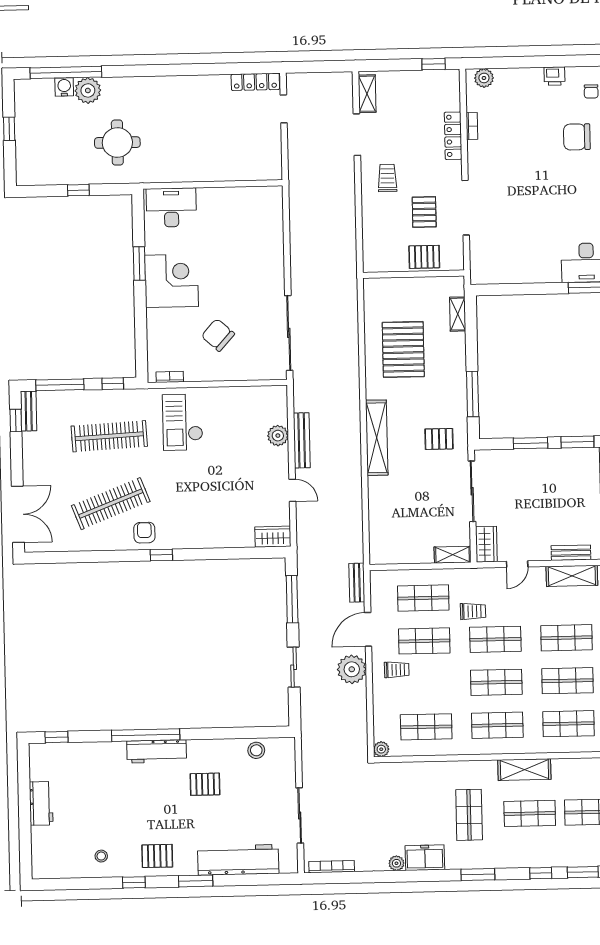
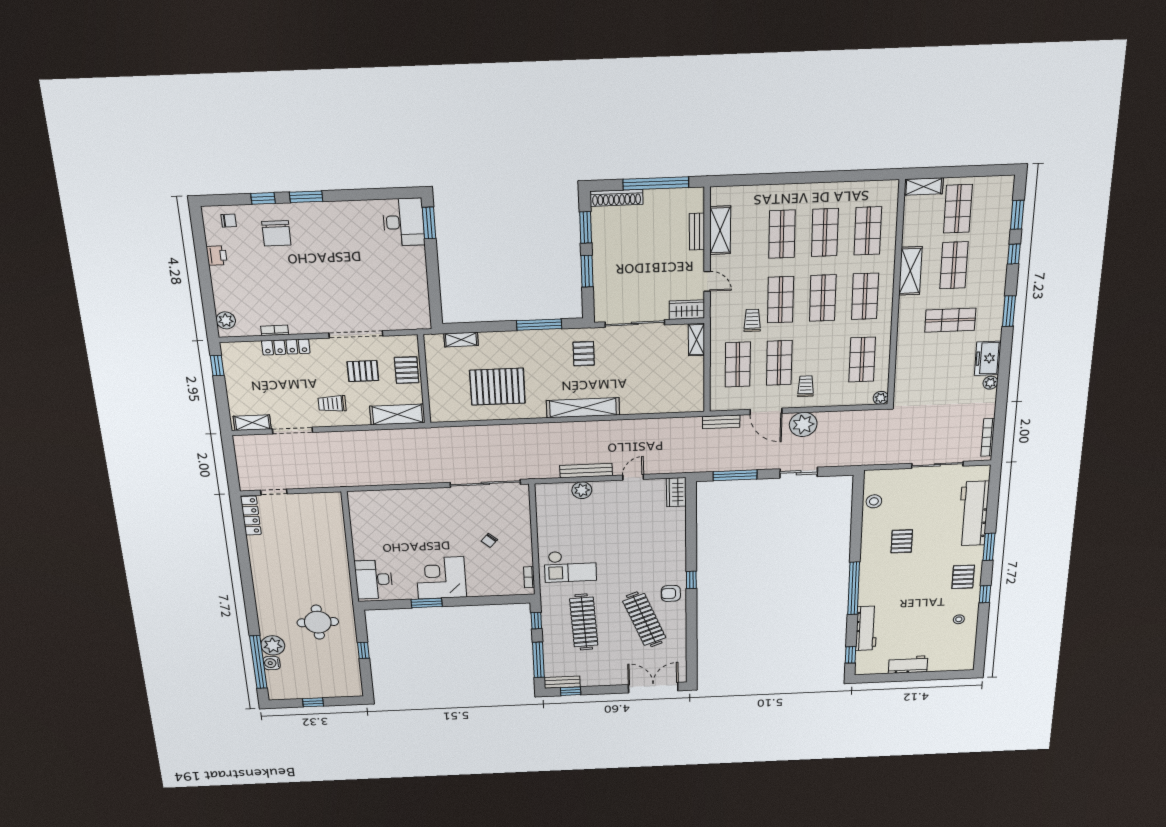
shelving: (373, 245) -> (397, 414), added
chair: (218, 335) -> (489, 540), width x0.54, depth x0.54
workbench: (157, 751) -> (866, 628), moved

